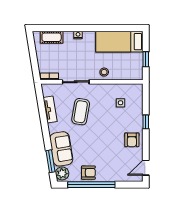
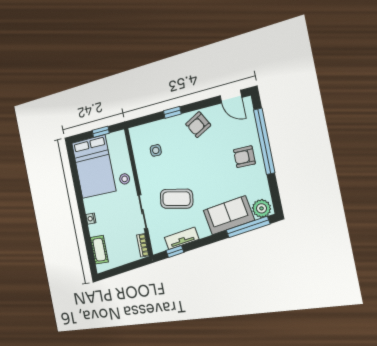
bed: (119, 42) -> (94, 167), width x1.50
window: (41, 102) -> (175, 251), added
armchair: (132, 140) -> (198, 125), turned 151
window: (50, 161) -> (248, 227), width x1.44
armchair: (88, 173) -> (244, 157), moved, turned -90
window: (91, 185) -> (264, 141), moved

